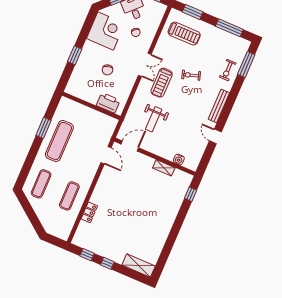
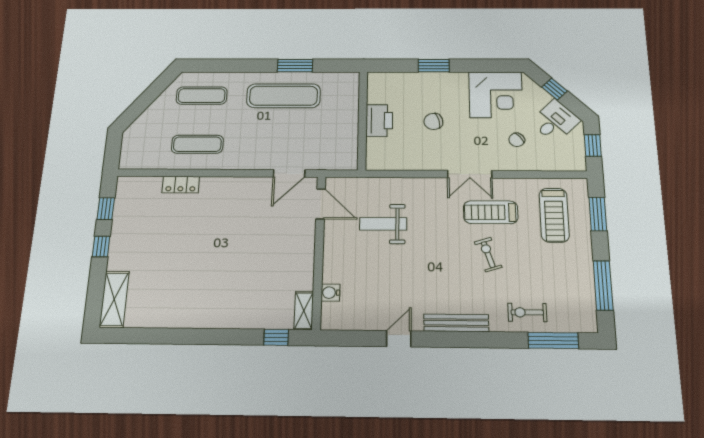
treadmill: (162, 83) -> (491, 212), moved
printer: (108, 103) -> (379, 121), moved
shelving: (164, 168) -> (304, 311), moved

